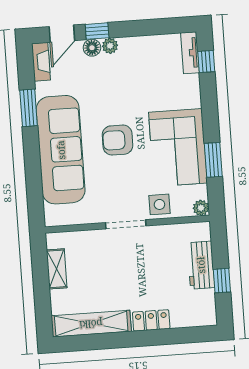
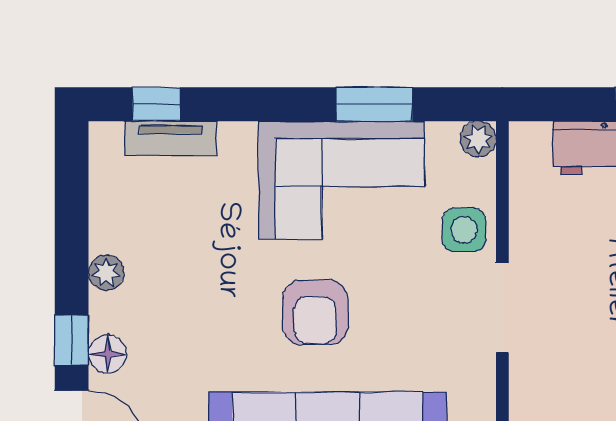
plant: (110, 46) -> (106, 273), moved
tv unit: (190, 53) -> (171, 138), moved

